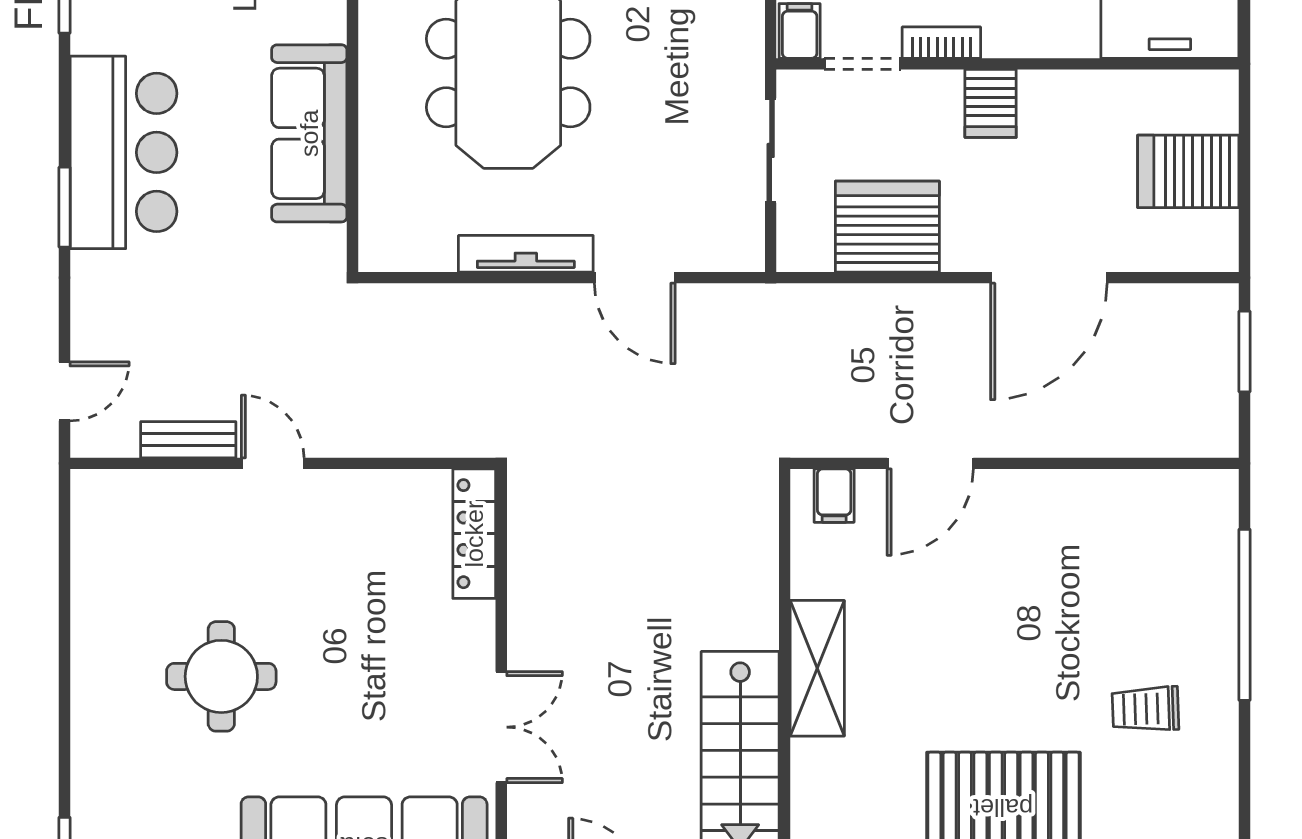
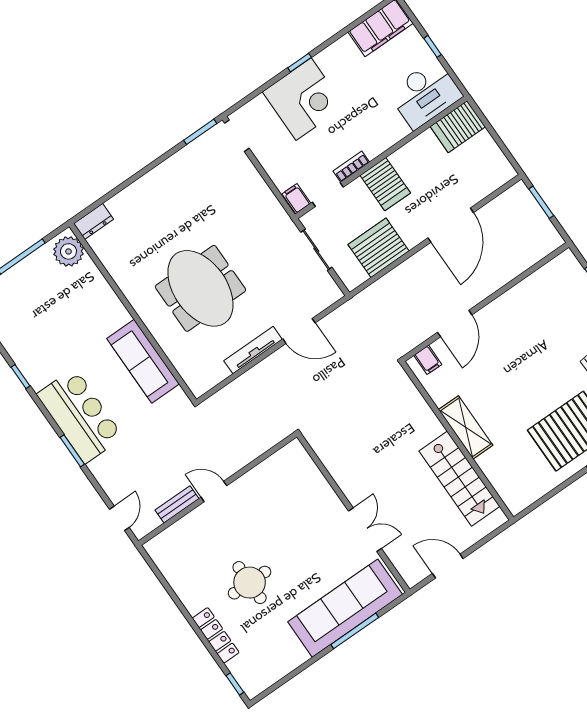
server rack: (991, 103) -> (385, 184), width x1.36, depth x1.44
server rack: (1188, 171) -> (458, 127), moved
locker: (474, 534) -> (216, 635), moved, turned 180

